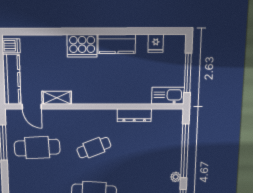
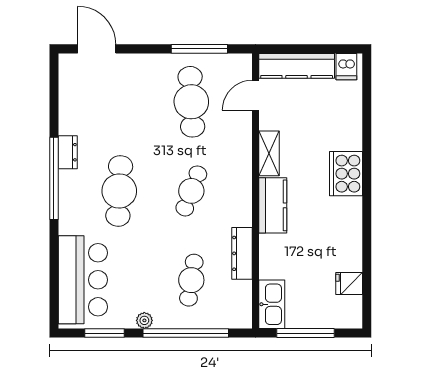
kitchen counter: (117, 44) -> (273, 205), moved, turned 180
shelving: (57, 98) -> (269, 153), moved
cafe table: (94, 148) -> (191, 191), turned 42
cafe table: (151, 148) -> (191, 280), added

